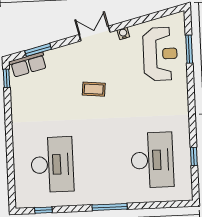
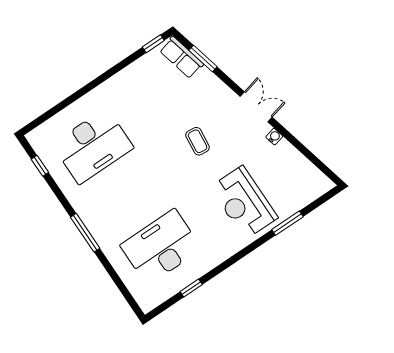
window: (189, 49) -> (287, 223), moved
reception desk: (160, 54) -> (244, 203), moved, turned 90
desk: (152, 160) -> (161, 247), turned 180

